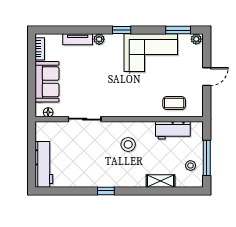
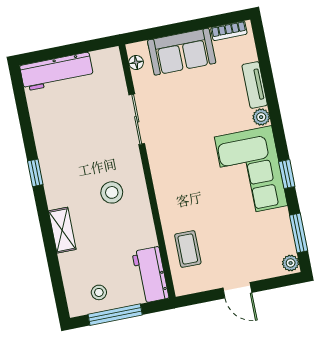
window: (122, 30) -> (287, 174), moved
corner sofa: (151, 53) -> (251, 171), moved
workbench: (173, 130) -> (150, 275), moved
shelving: (161, 181) -> (62, 230), moved

